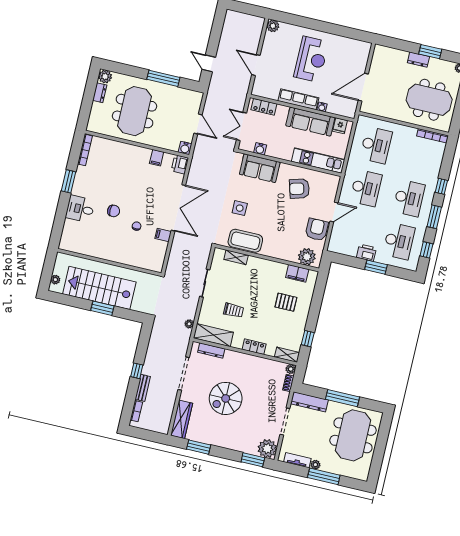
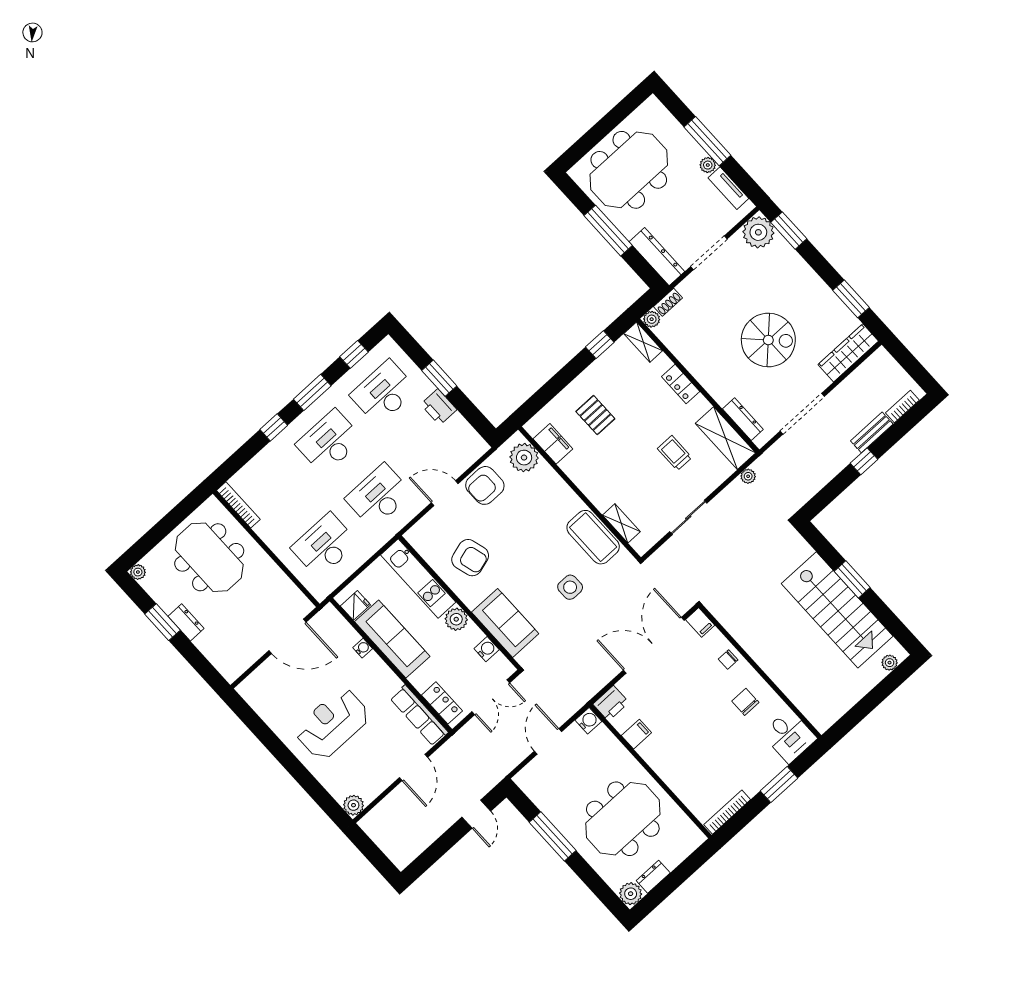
row of seats: (298, 99) -> (419, 715), moved
plant: (285, 153) -> (456, 619), added
wall: (109, 262) -> (760, 671), moved

